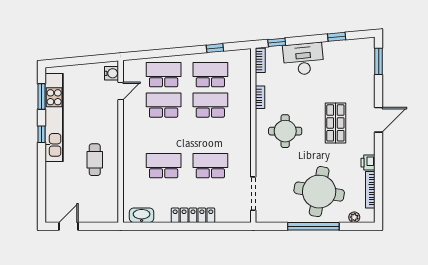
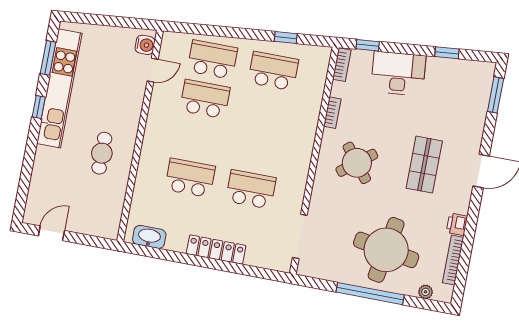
school desk: (210, 105) -> (266, 110), removed
round table: (285, 131) -> (357, 163), turned -38

